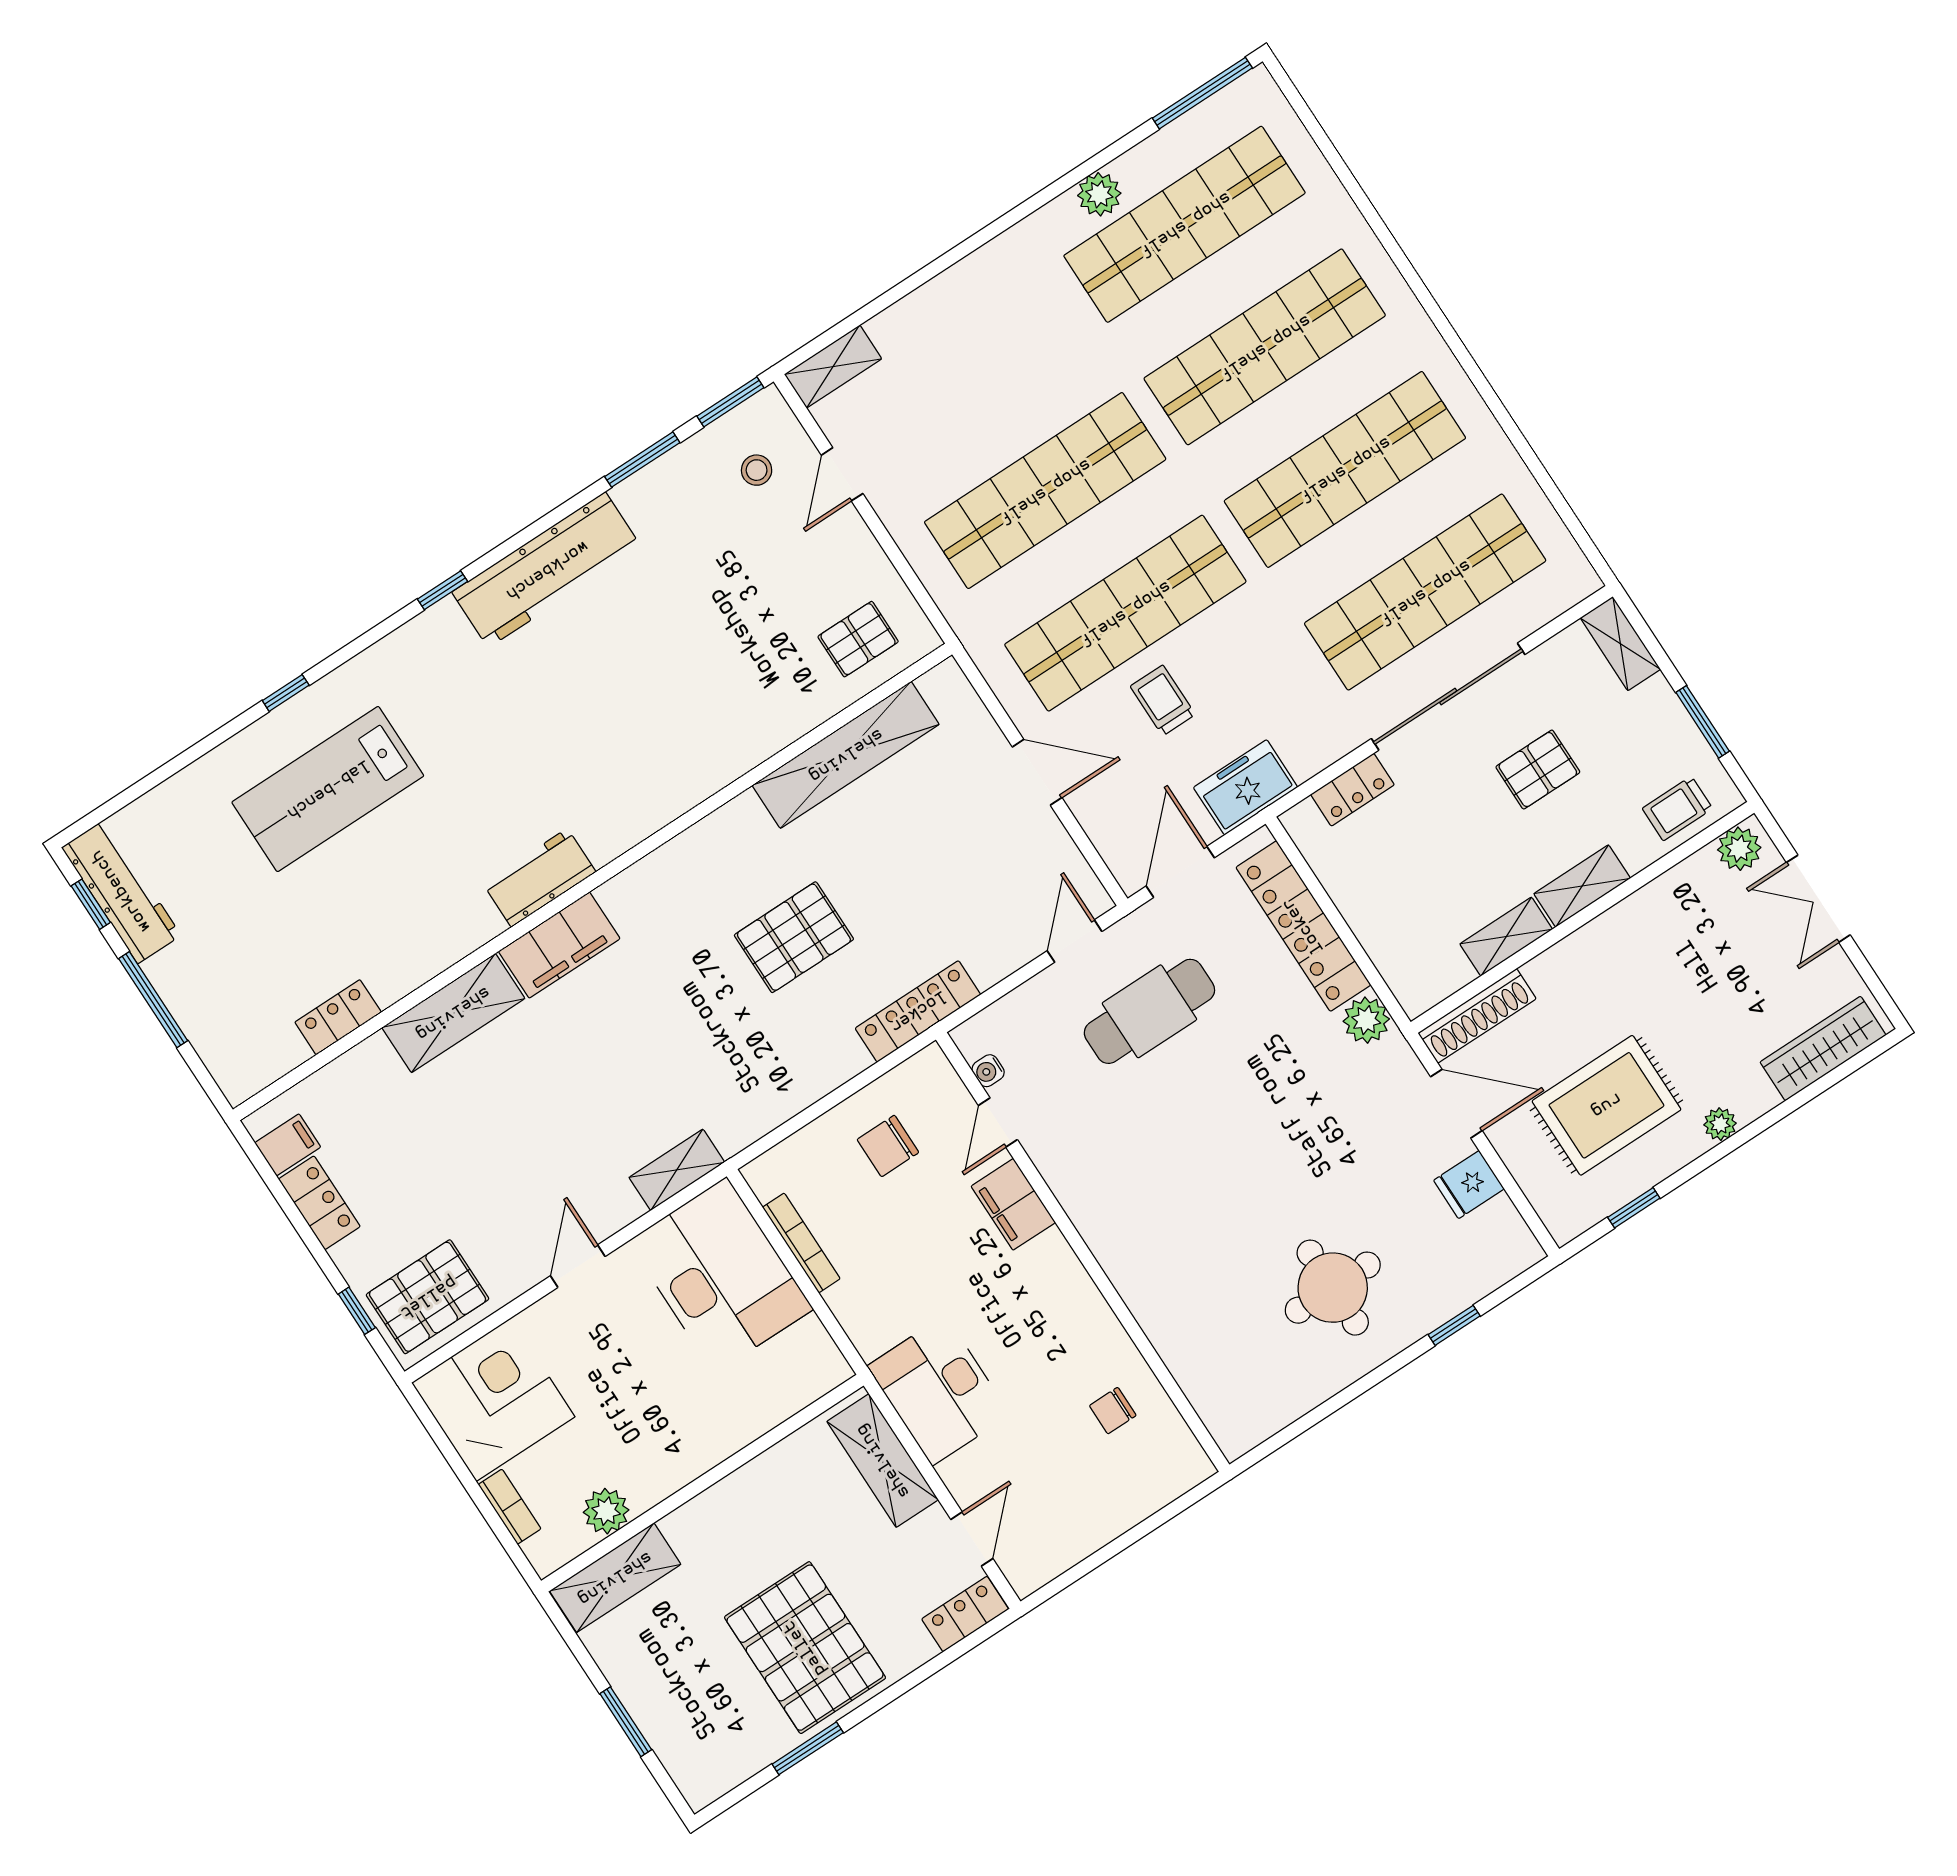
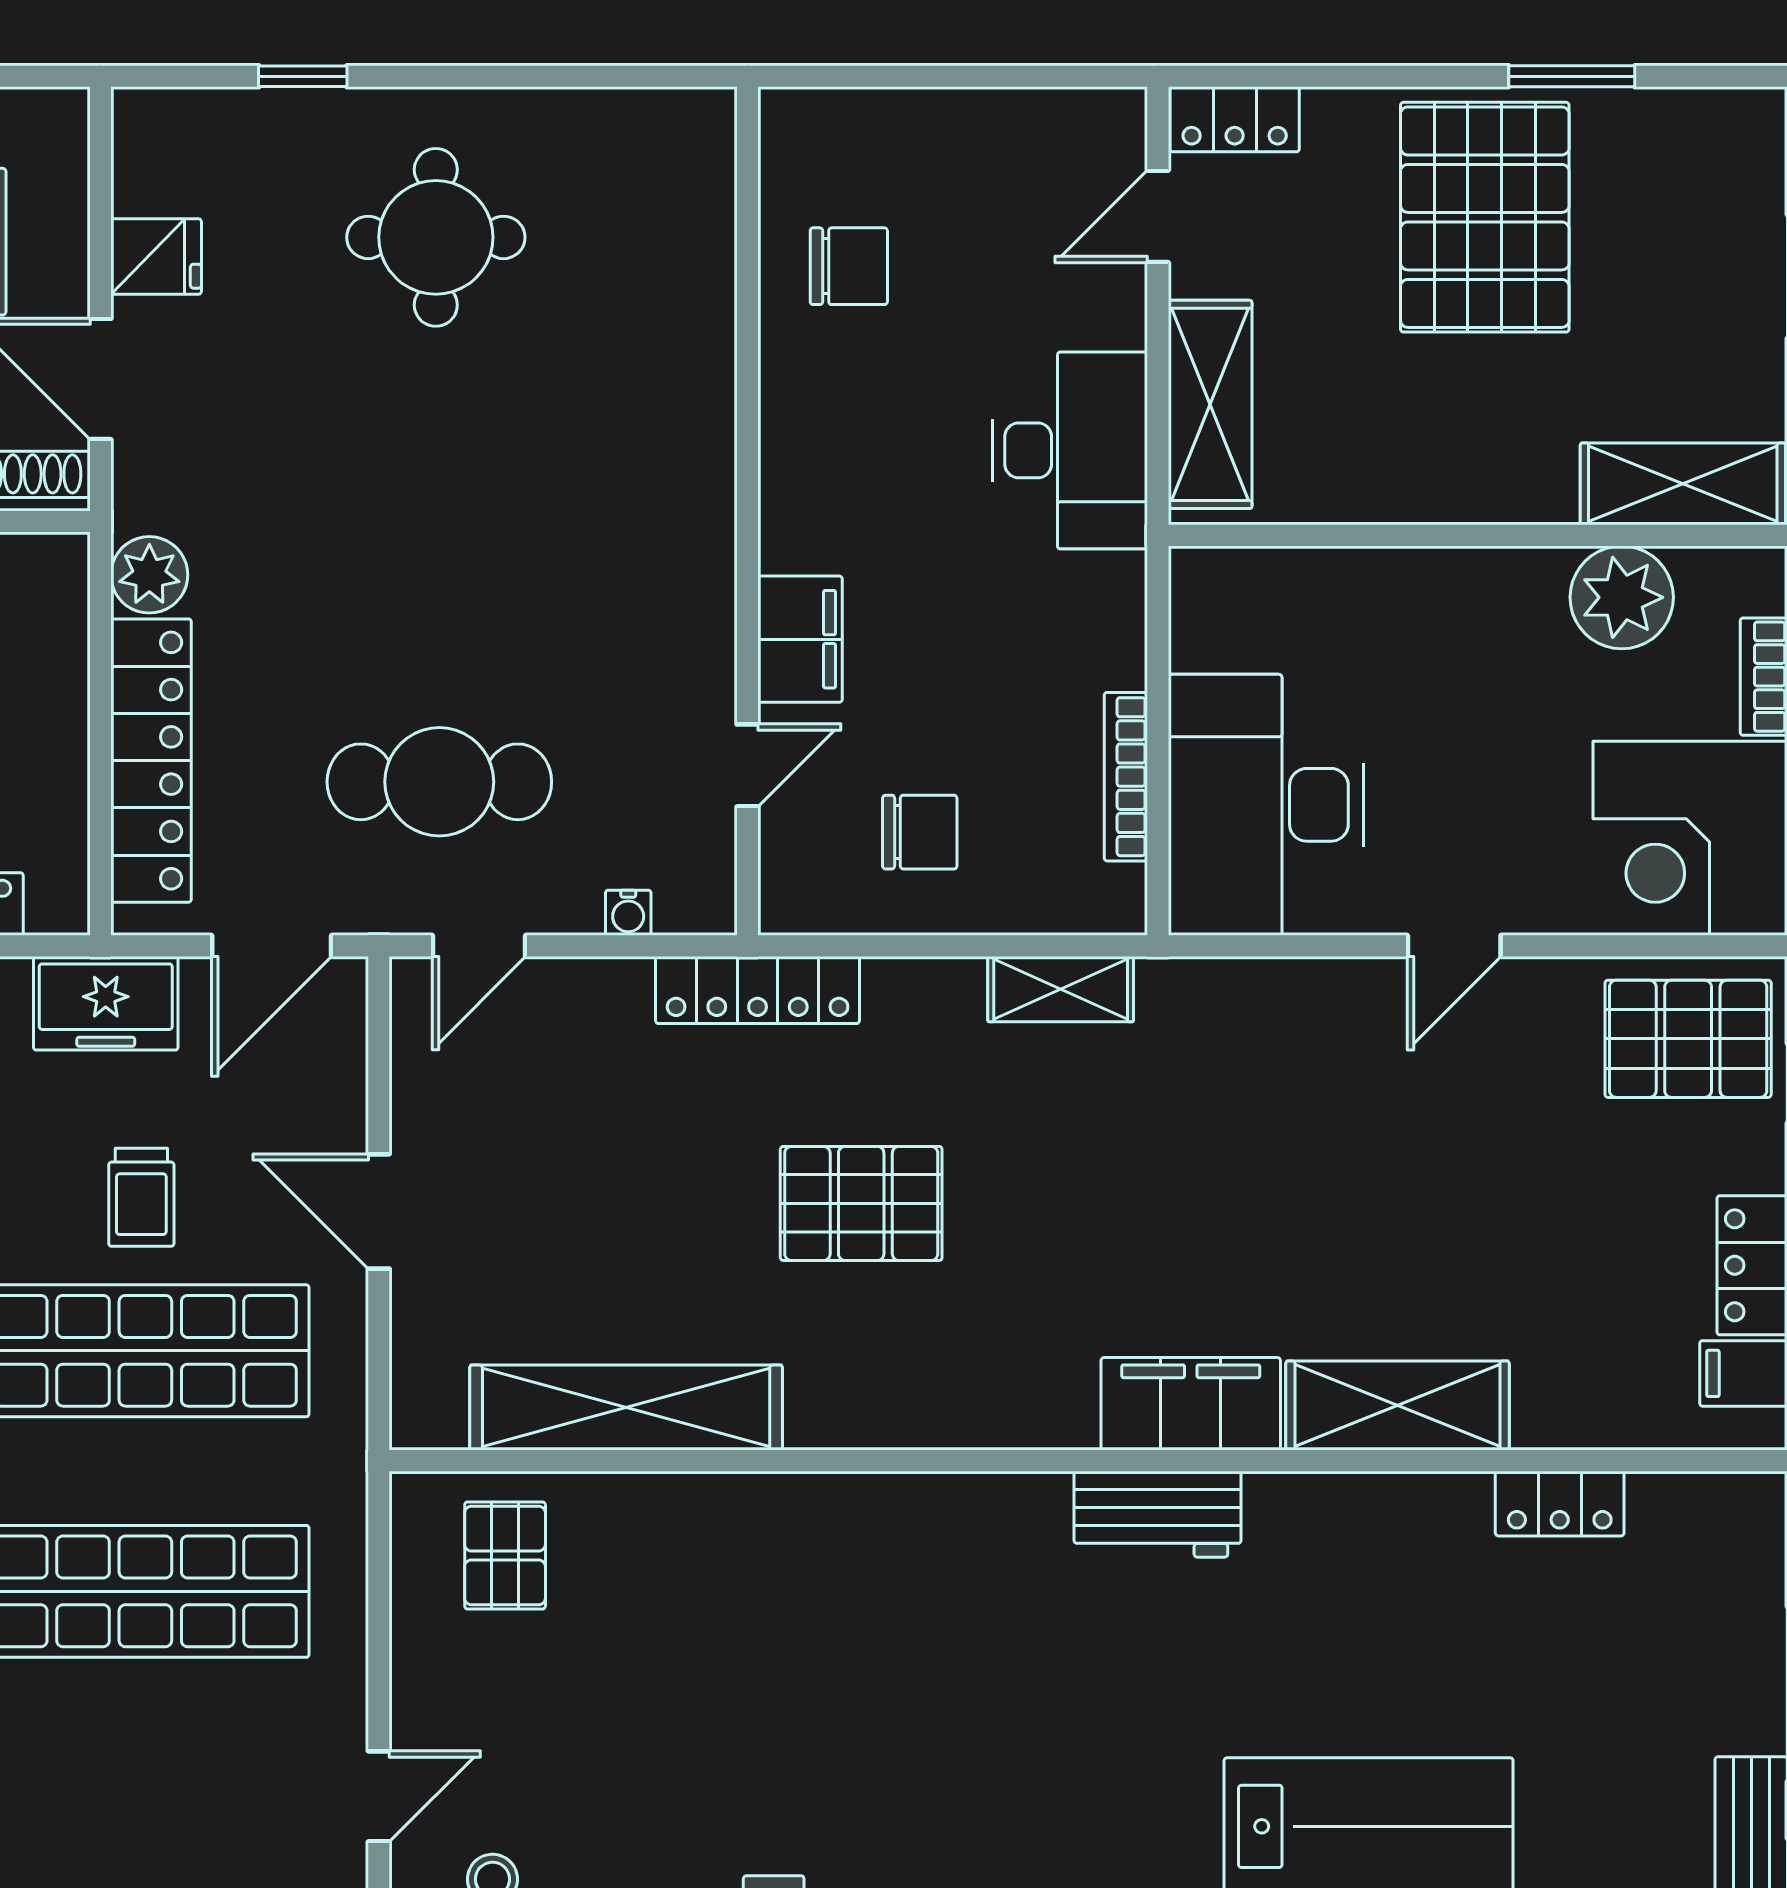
pallet: (858, 639) -> (505, 1555), turned 90
water cooler: (988, 1071) -> (628, 913), moved, turned 90
shelving: (677, 1170) -> (1061, 989), moved
chair: (1113, 1411) -> (849, 266), width x1.37, depth x1.37
plant: (606, 1511) -> (1622, 597), width x1.36, depth x1.36

